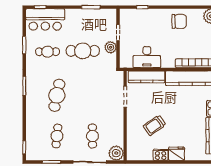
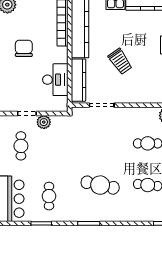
chair: (179, 21) -> (24, 48), moved
cafe table: (83, 51) -> (21, 146), moved, width x0.73, depth x0.74
trolley: (155, 125) -> (120, 61), moved

